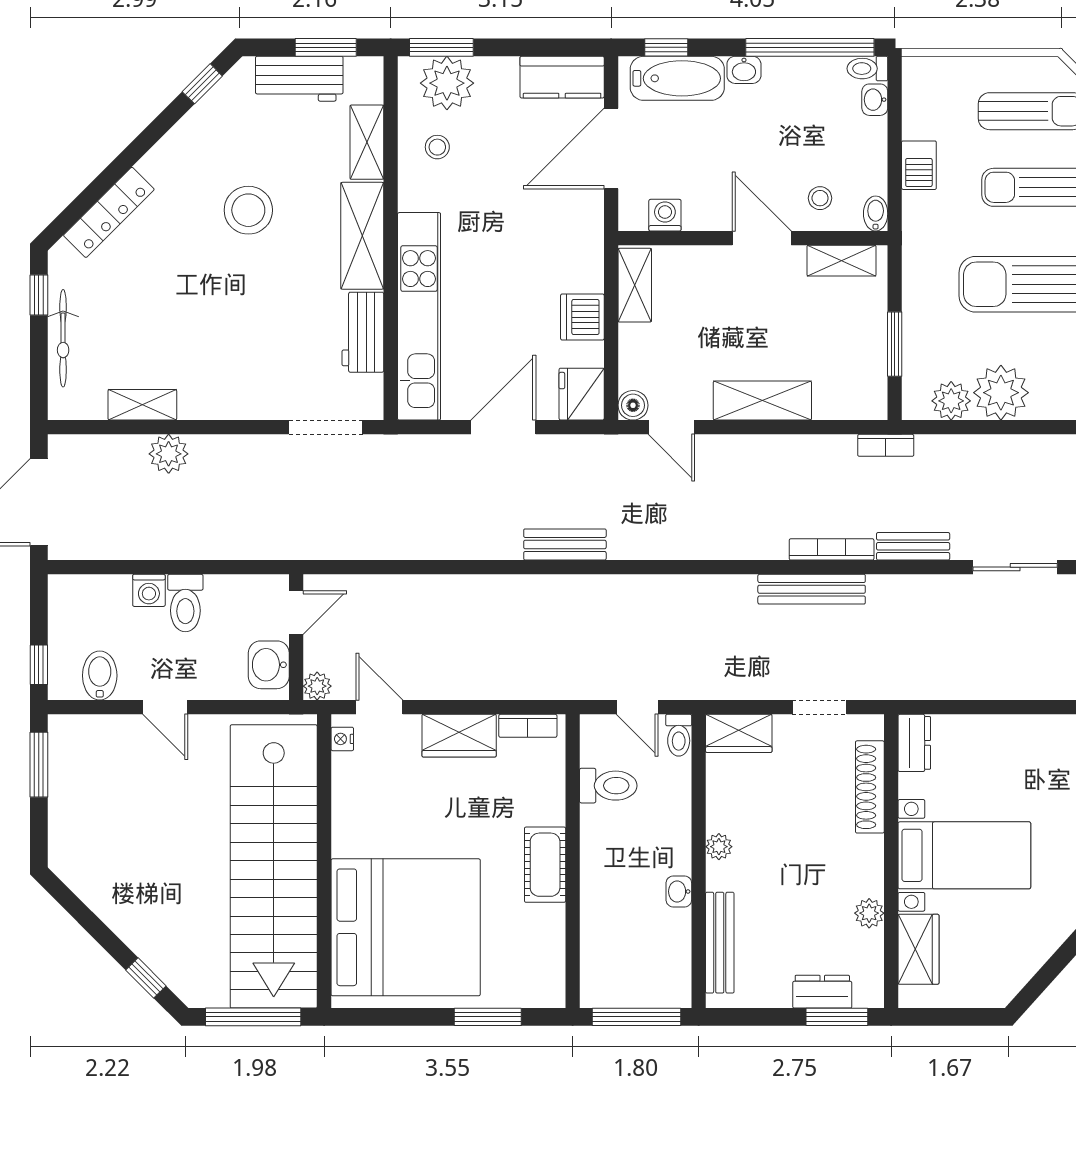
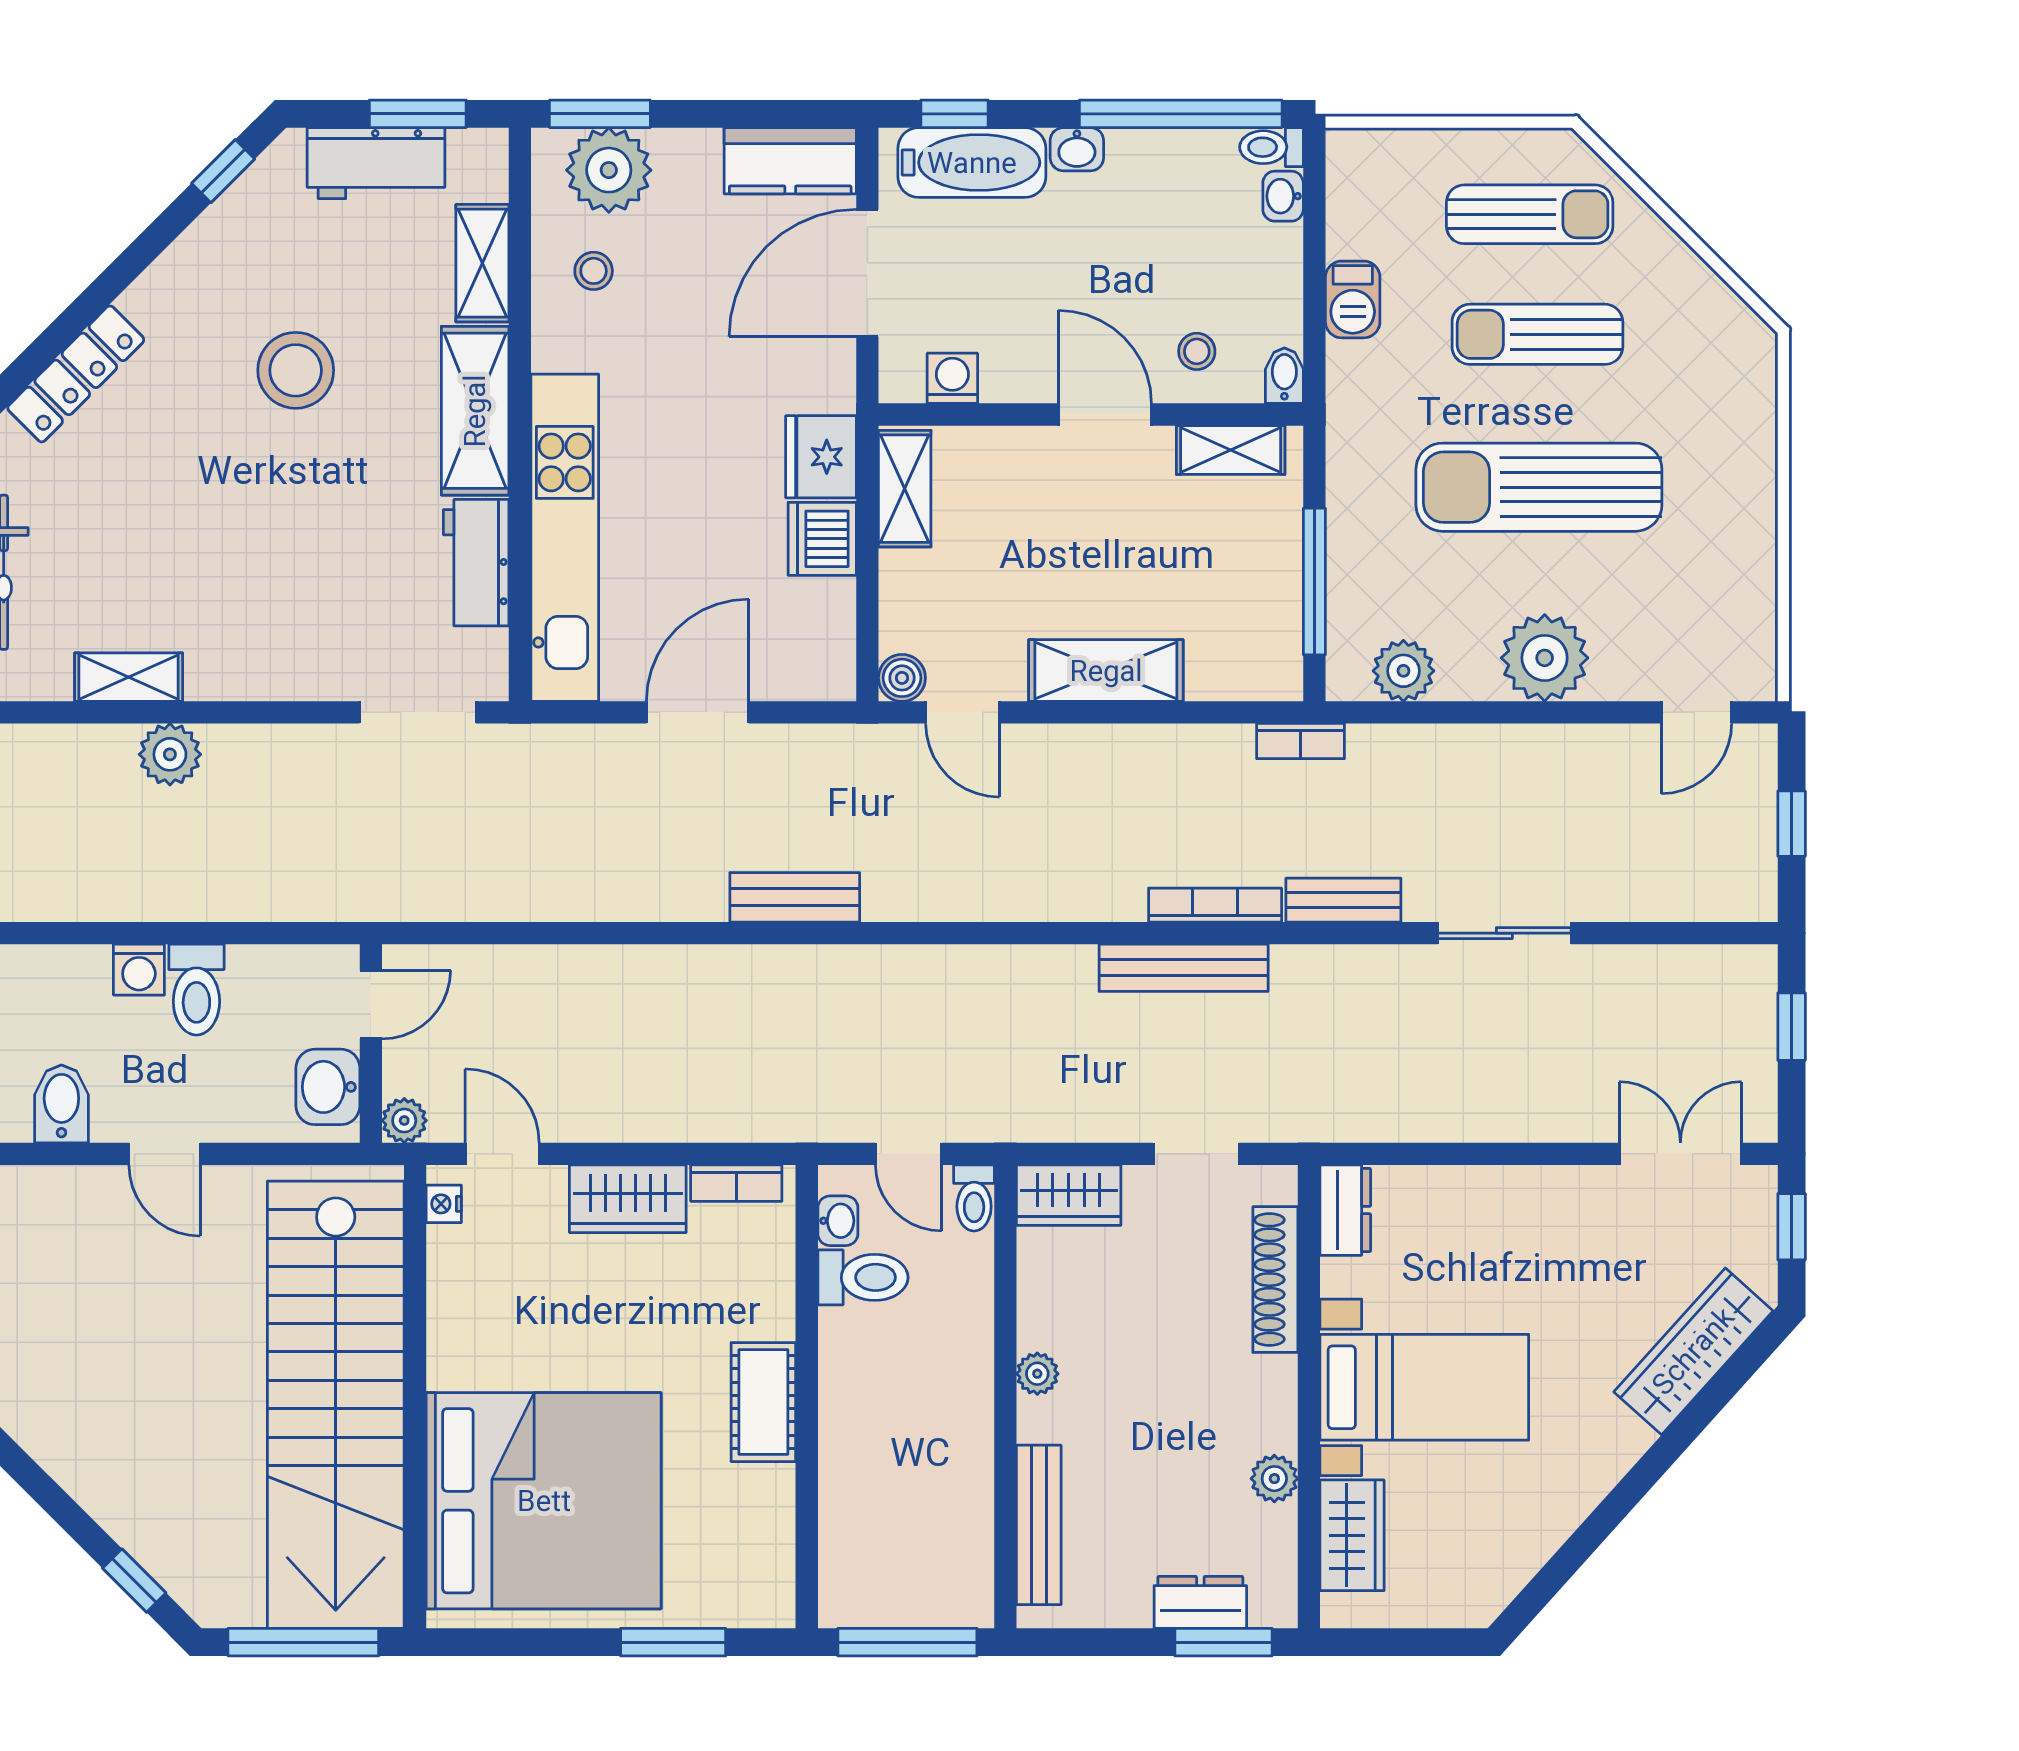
window: (895, 344) -> (1314, 582), width x1.44
plant: (1001, 393) -> (1545, 658), moved
fridge: (582, 394) -> (821, 457), moved
washbasin: (679, 891) -> (838, 1221), moved, turned 180

